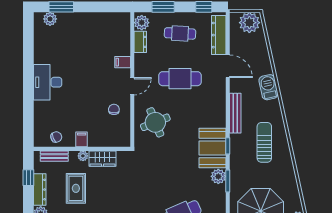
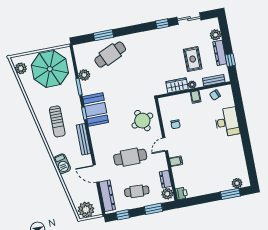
printer: (124, 20) -> (181, 193), added
desk: (48, 82) -> (227, 122), moved
plant: (218, 176) -> (84, 75), moved

